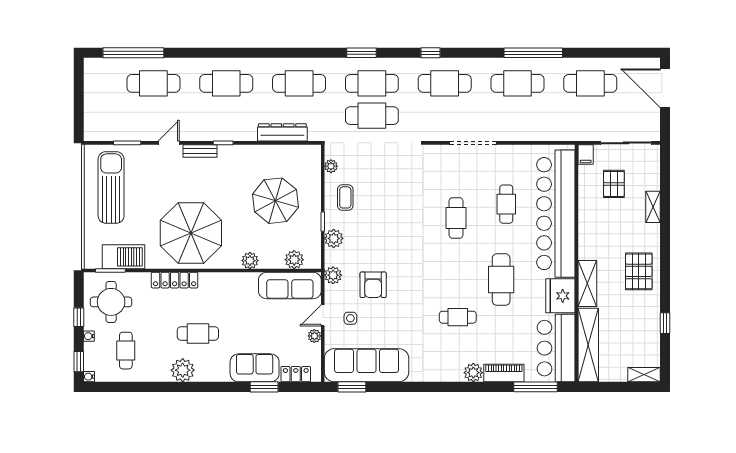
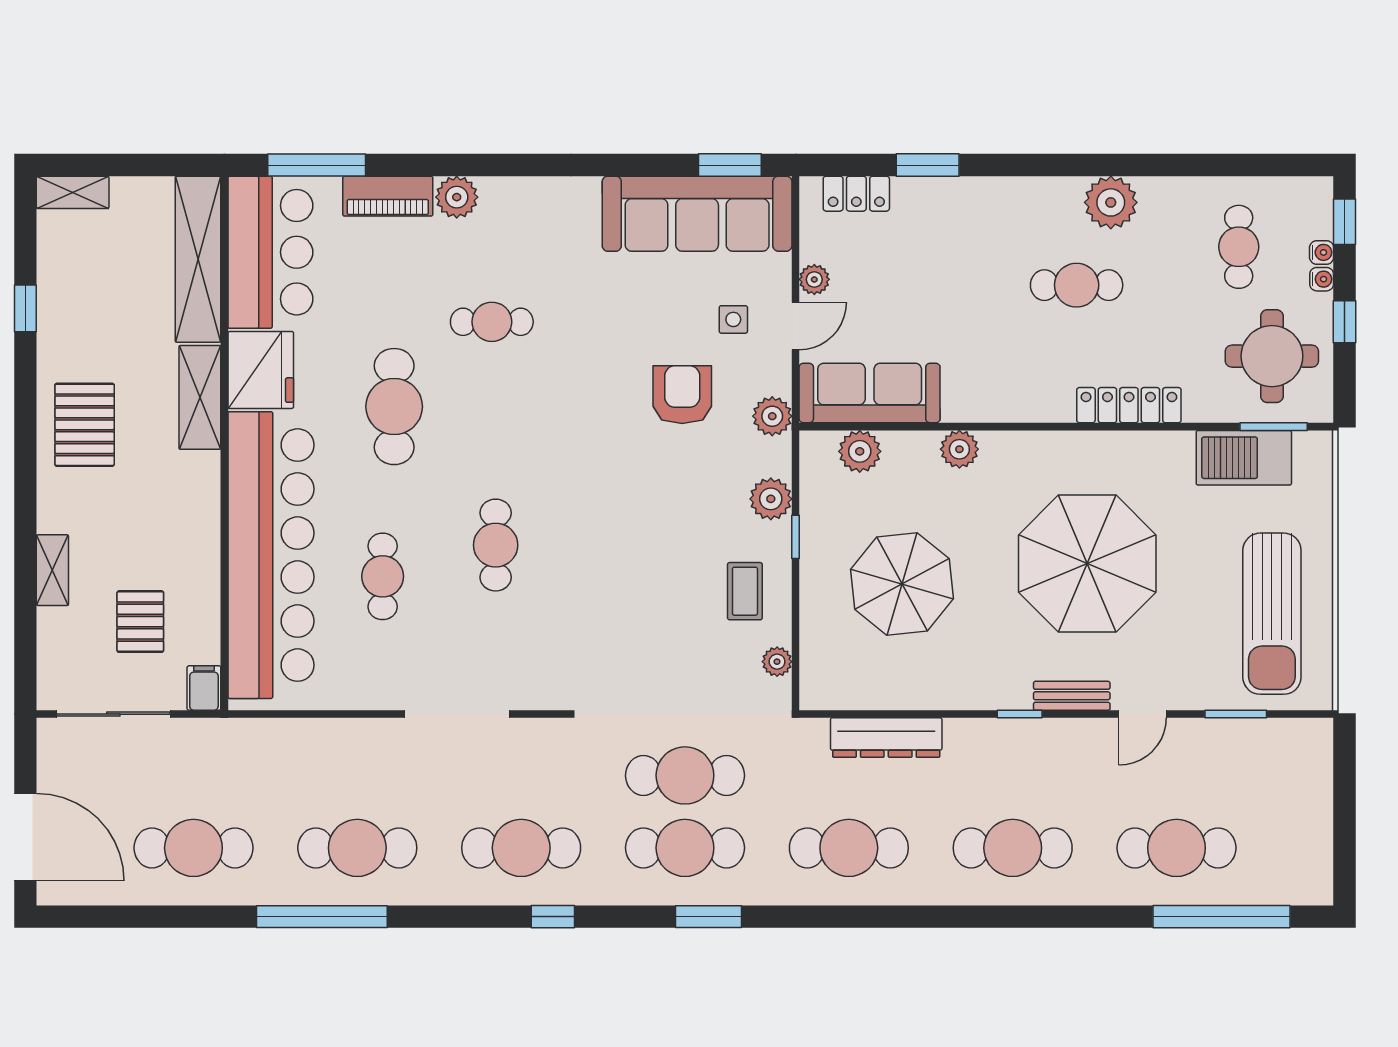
parasol: (191, 233) -> (1087, 564), moved
sofa: (255, 368) -> (949, 208), removed
water cooler: (89, 377) -> (1322, 252), moved

